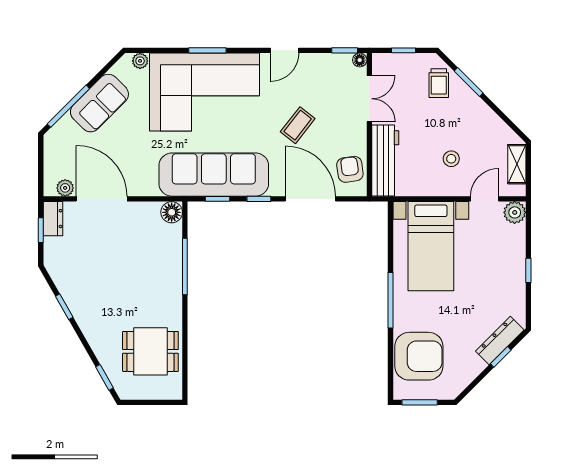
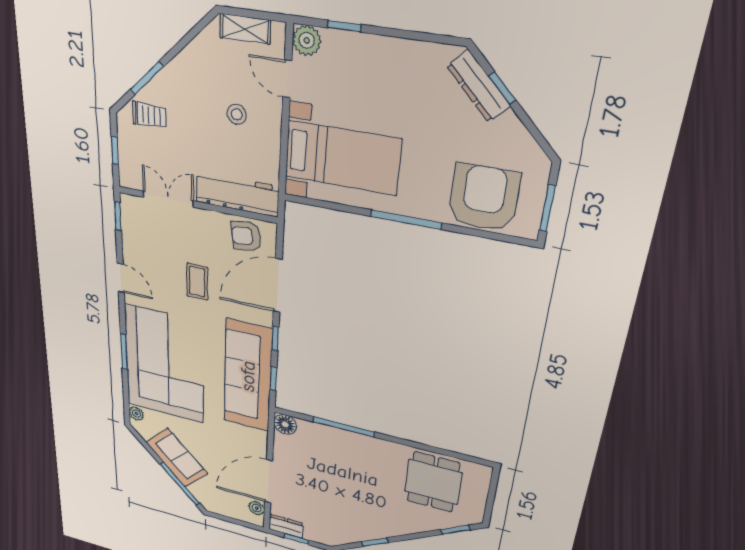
floor lamp: (360, 60) -> (127, 202), removed
coffee table: (298, 125) -> (197, 282), turned 52
window: (528, 270) -> (344, 26), moved

